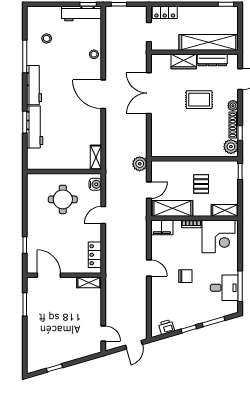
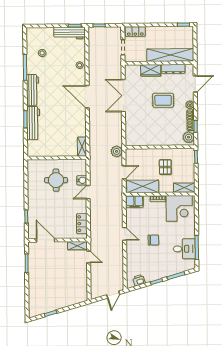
water cooler: (95, 184) -> (82, 180), moved
door: (103, 333) -> (89, 257), moved

